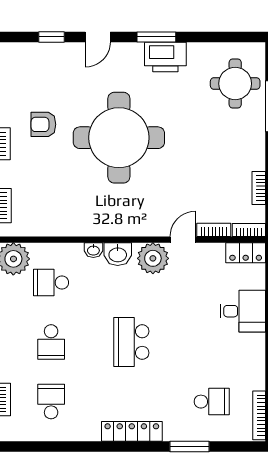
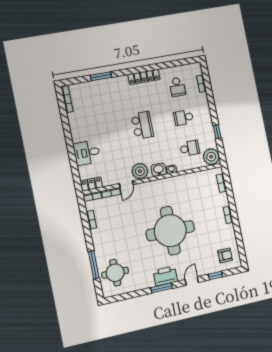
printer: (165, 57) -> (165, 276), moved
armchair: (43, 124) -> (225, 255), moved
school desk: (51, 342) -> (184, 118), turned -90
school desk: (212, 402) -> (94, 102), removed
locker: (132, 431) -> (144, 77), moved

